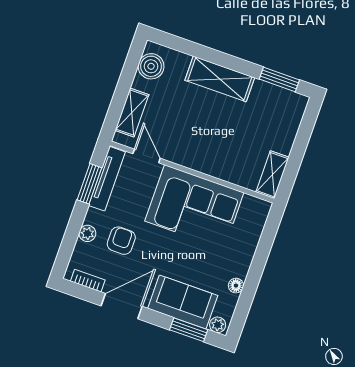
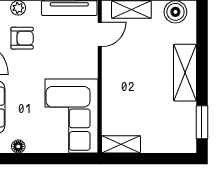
corner sofa: (194, 207) -> (71, 116), moved

